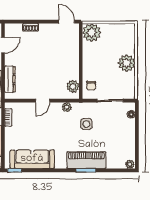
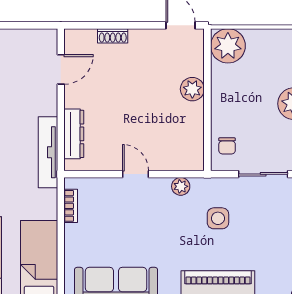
plant: (73, 86) -> (192, 89), moved
door: (43, 101) -> (136, 174), swing flipped

